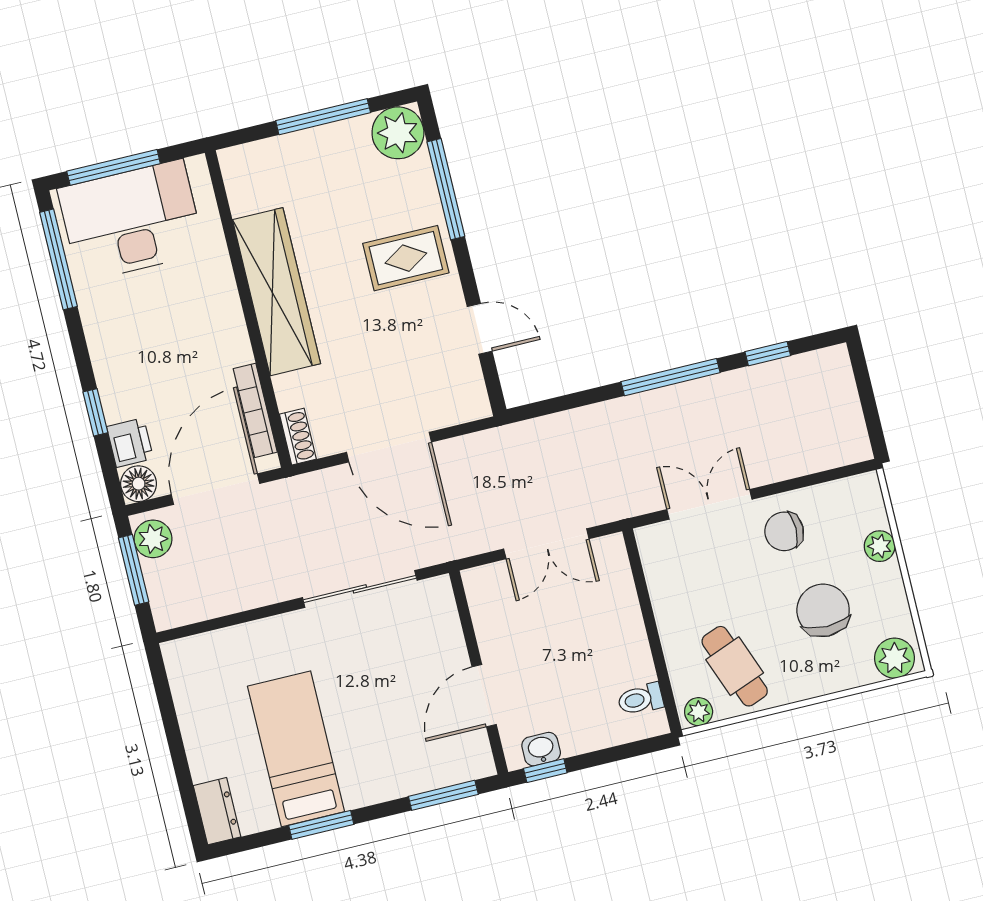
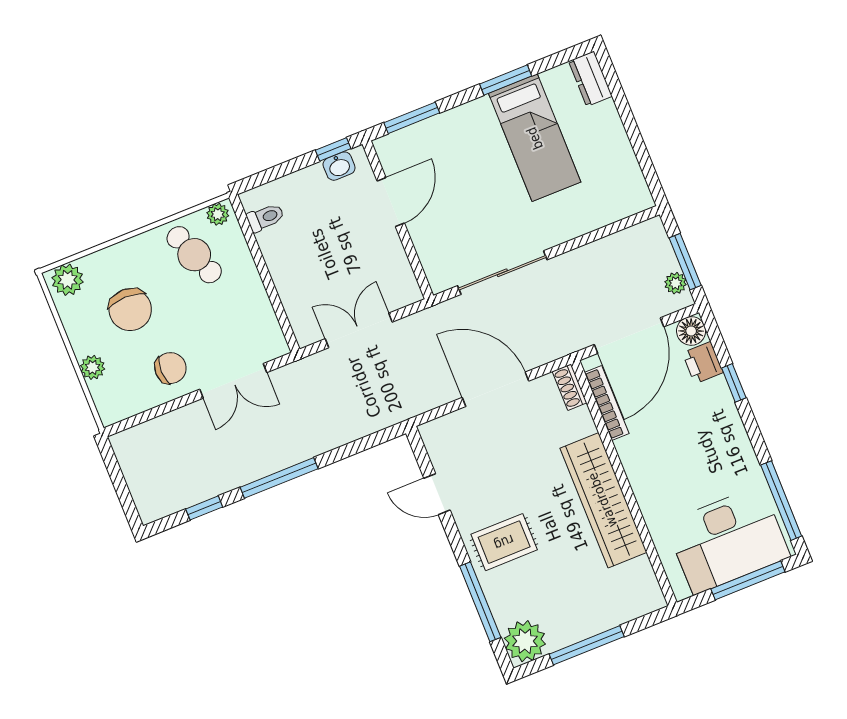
plant: (153, 539) -> (676, 283), width x0.73, depth x0.73

